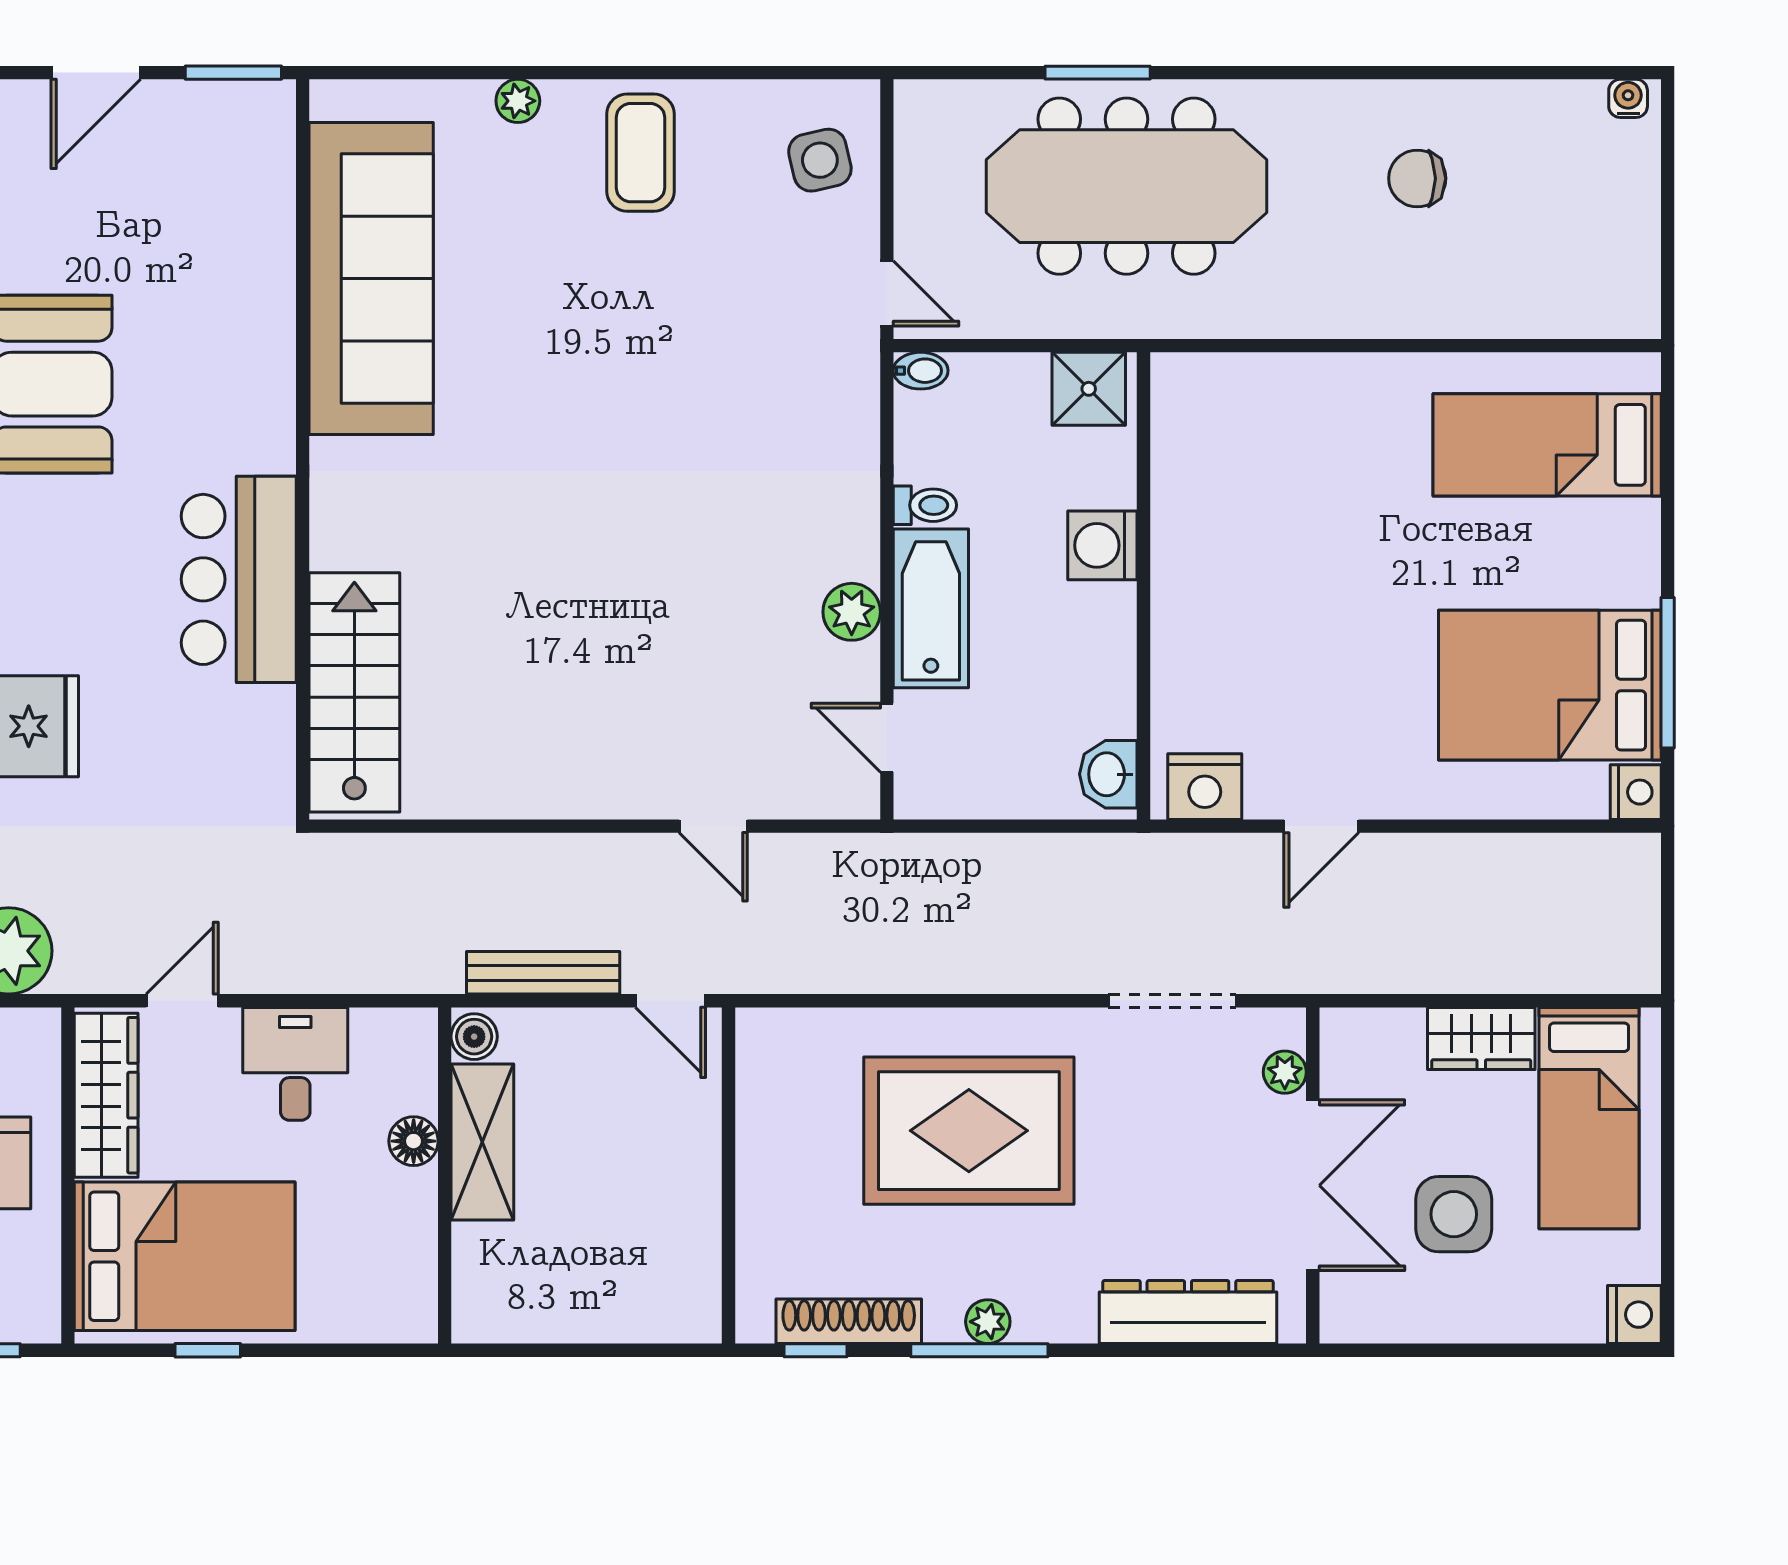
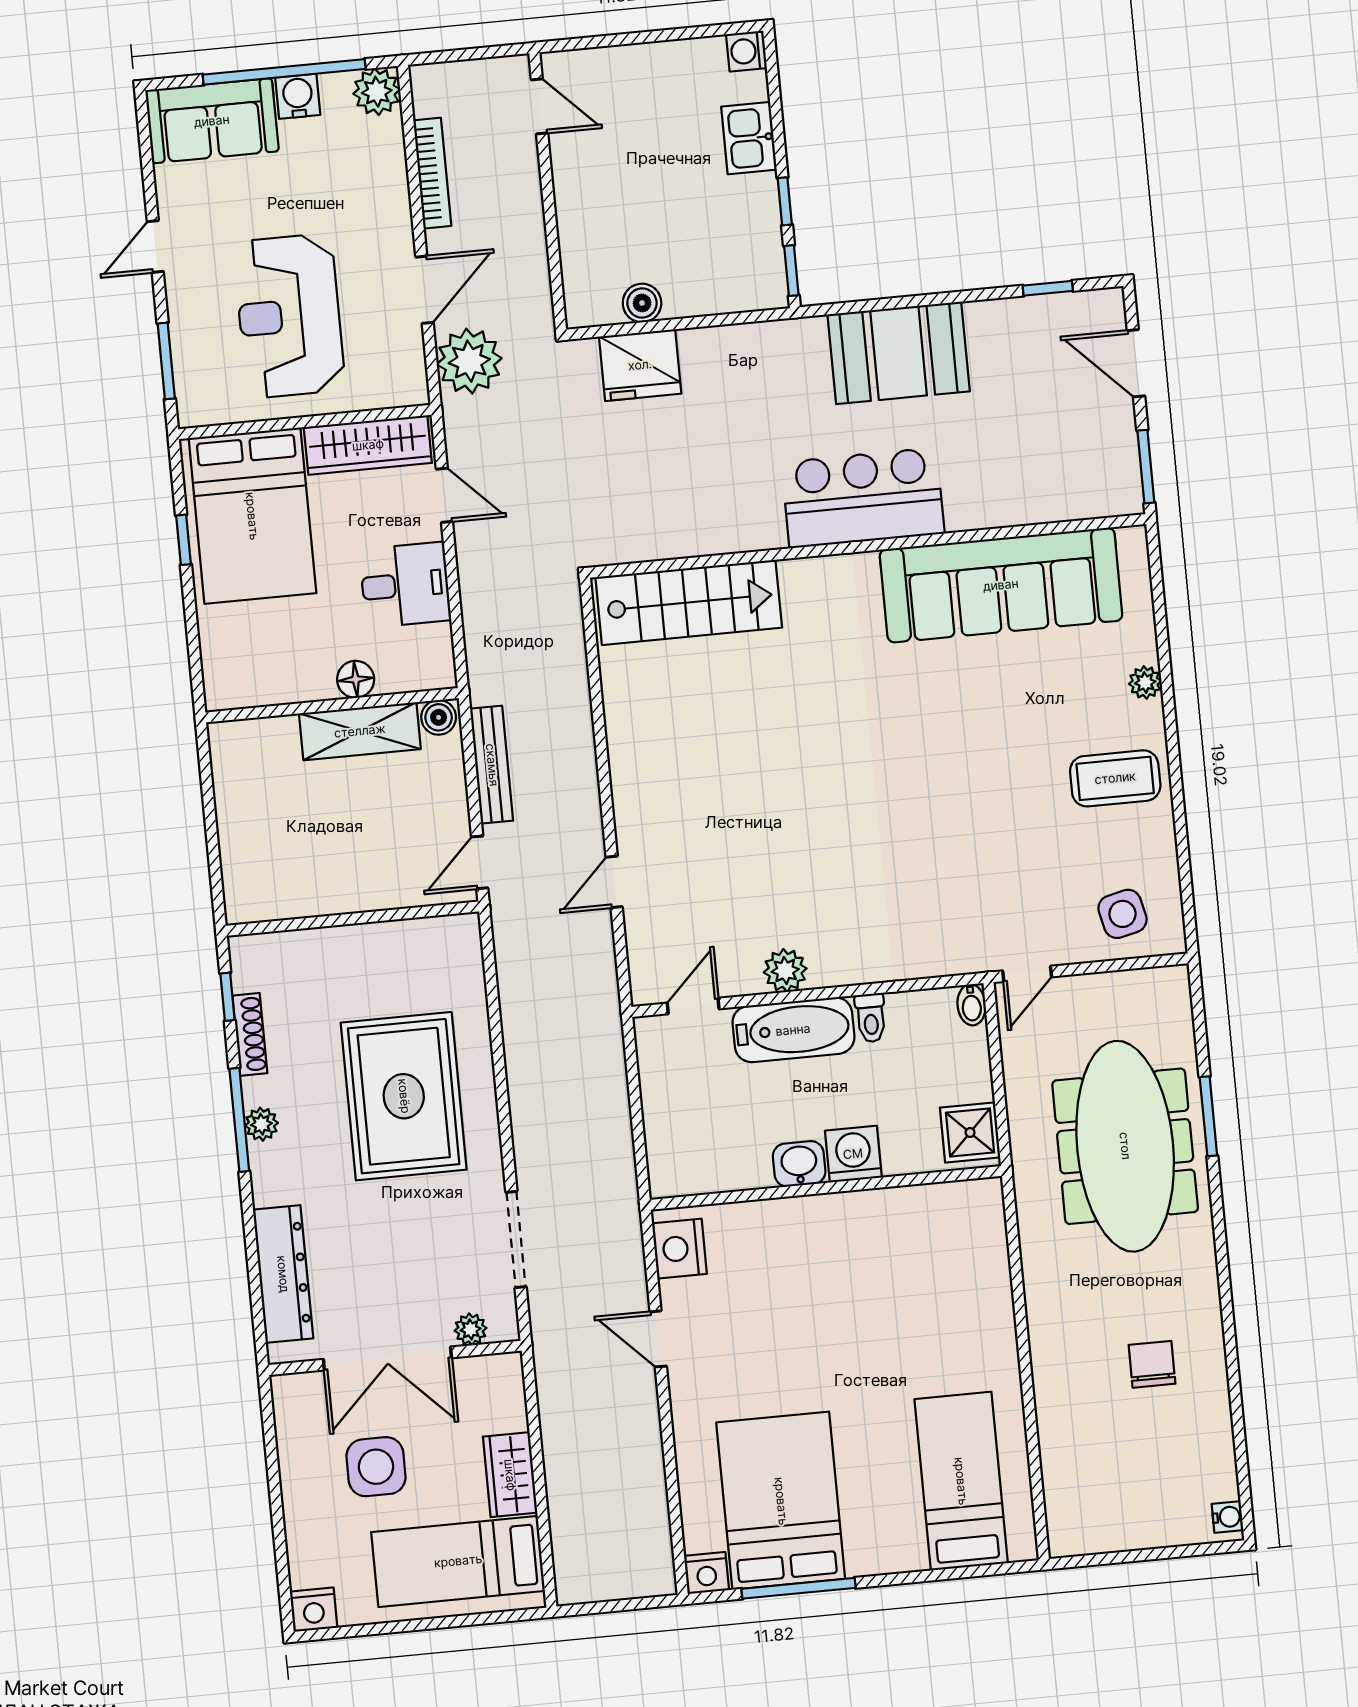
bar counter: (239, 579) -> (863, 498), moved
washbasin: (1108, 774) -> (799, 1164), moved
shoe rack: (849, 1321) -> (250, 1034), width x0.74, depth x0.81

